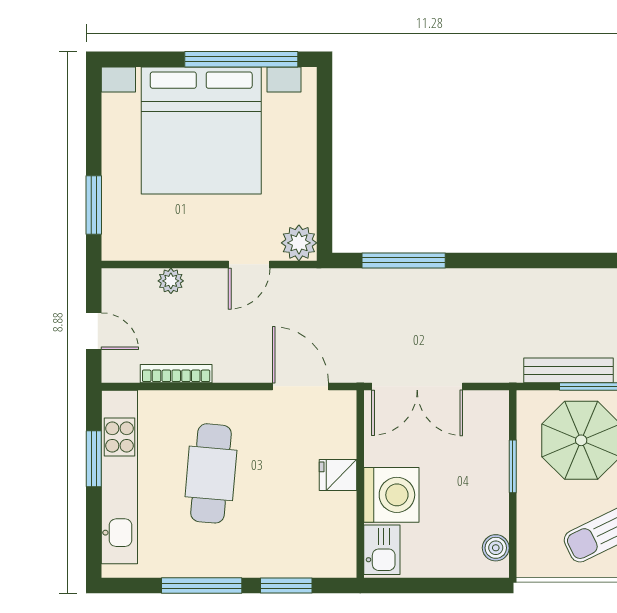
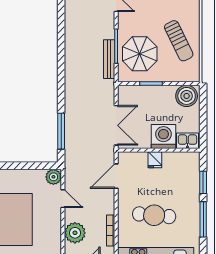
plant: (171, 281) -> (75, 233), width x1.87, depth x1.87
boiler: (496, 548) -> (187, 96), width x1.86, depth x1.86

